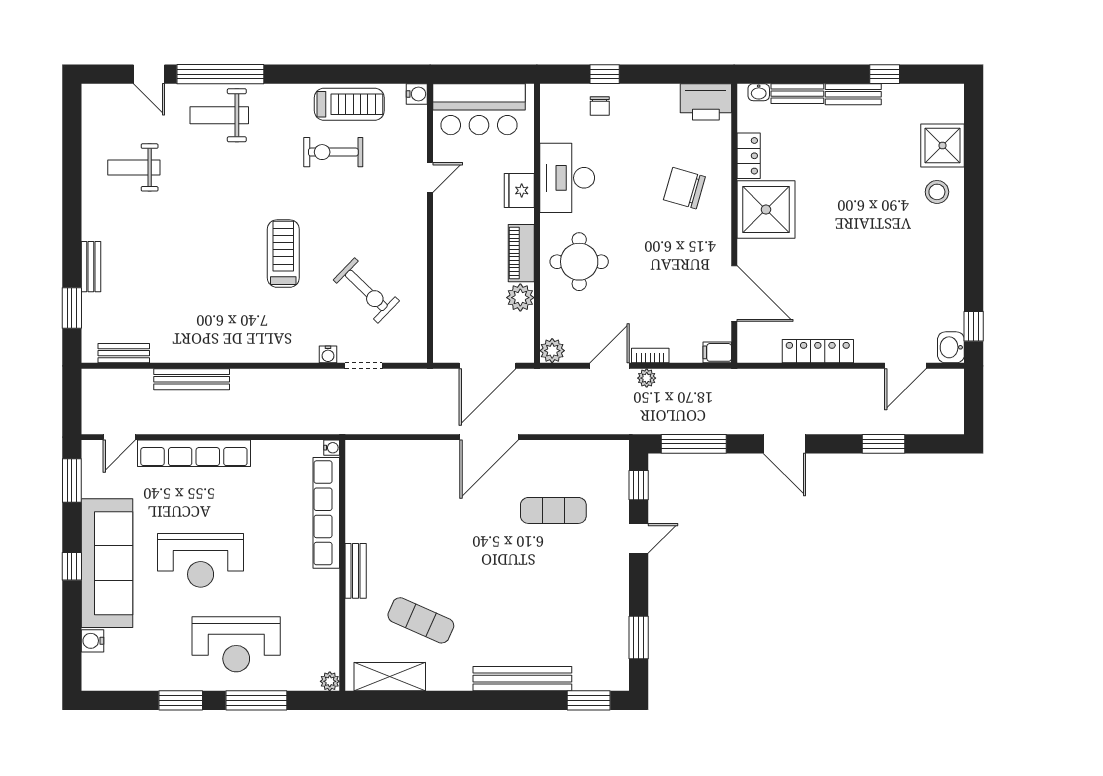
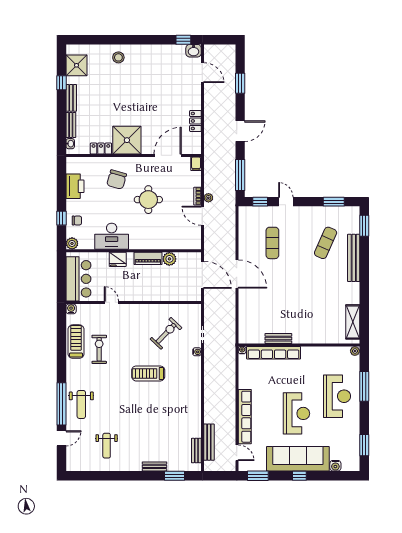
printer: (706, 102) -> (75, 186), moved
shower: (942, 146) -> (77, 65), moved
exercise bike: (333, 152) -> (99, 349), turned 180
round table: (579, 262) -> (148, 200), moved
plant: (552, 351) -> (72, 243), moved
locker: (818, 351) -> (195, 121), width x0.66
bench: (192, 379) -> (209, 442), moved
bench: (356, 571) -> (278, 339), moved
exercise mat: (421, 620) -> (326, 243), moved
window: (181, 700) -> (364, 445), moved

